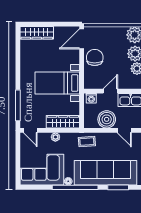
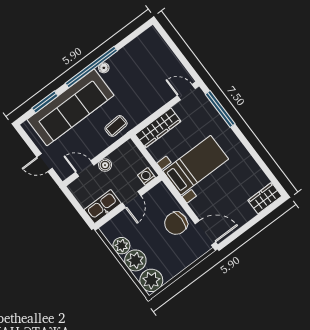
wardrobe: (37, 33) -> (265, 198), width x0.67
door: (82, 39) -> (205, 233), hinge flipped
chair: (95, 58) -> (176, 223), turned 90
boiler: (107, 119) -> (105, 165), width x0.54, depth x0.54
plant: (55, 137) -> (154, 105), removed
corner sofa: (42, 170) -> (142, 59), removed

